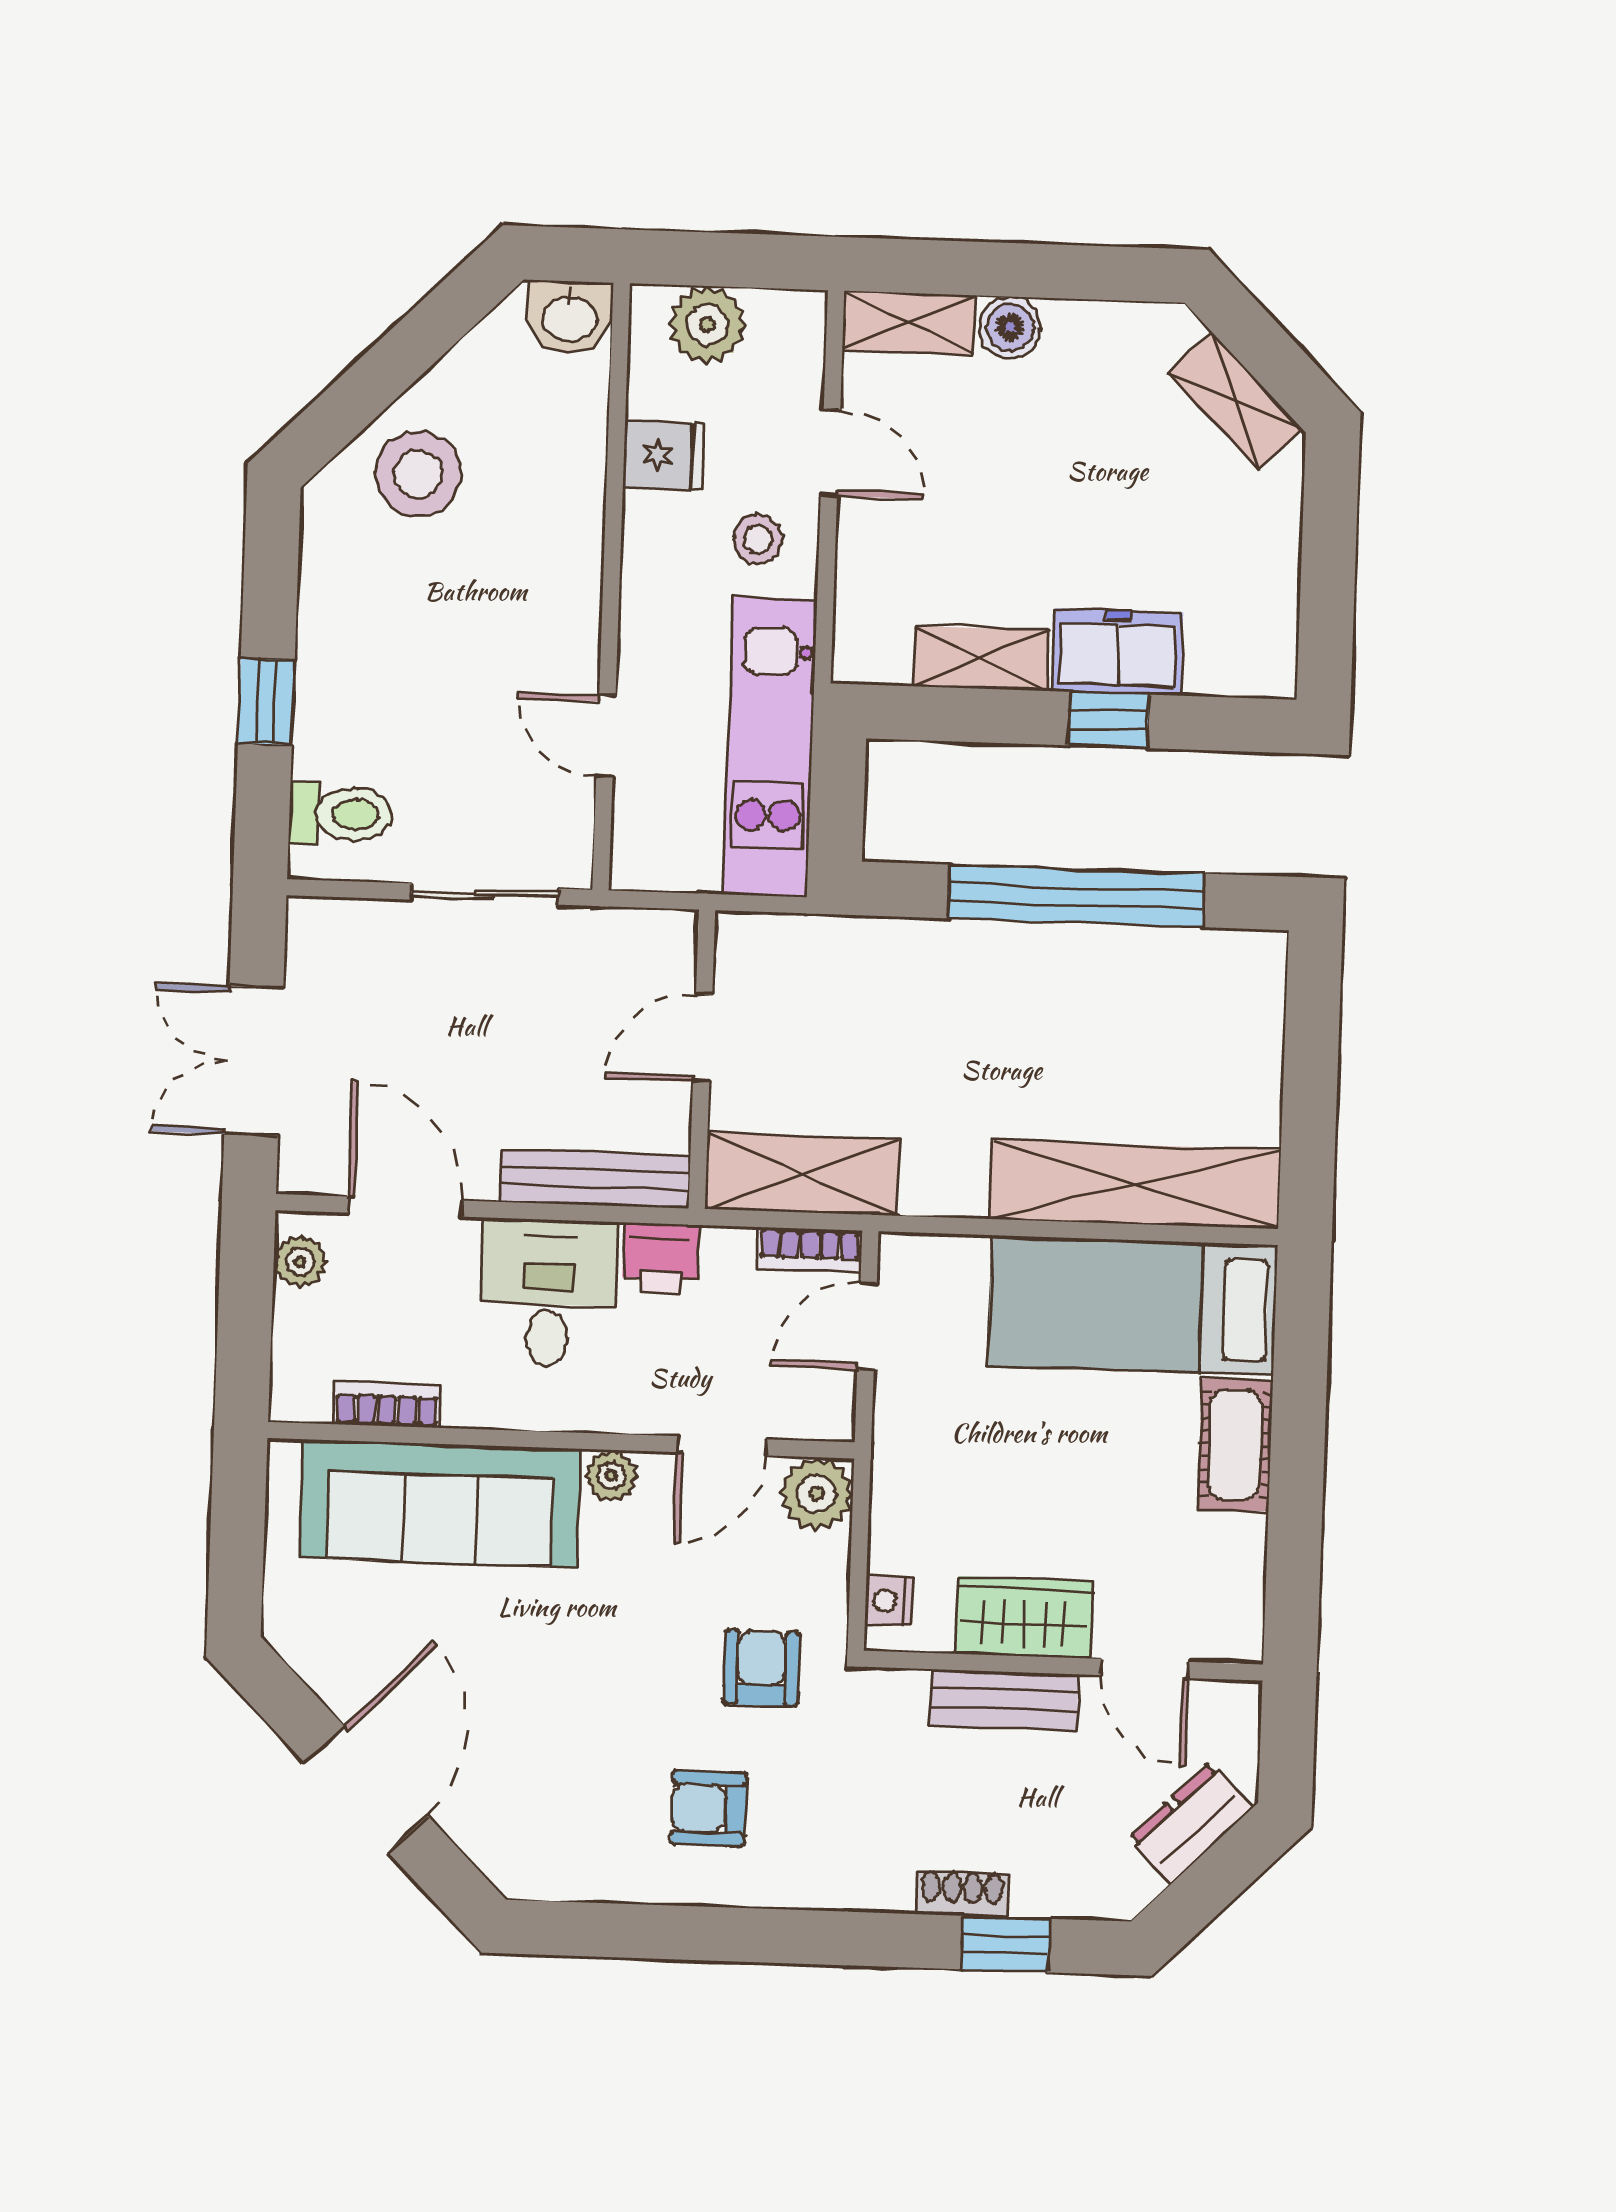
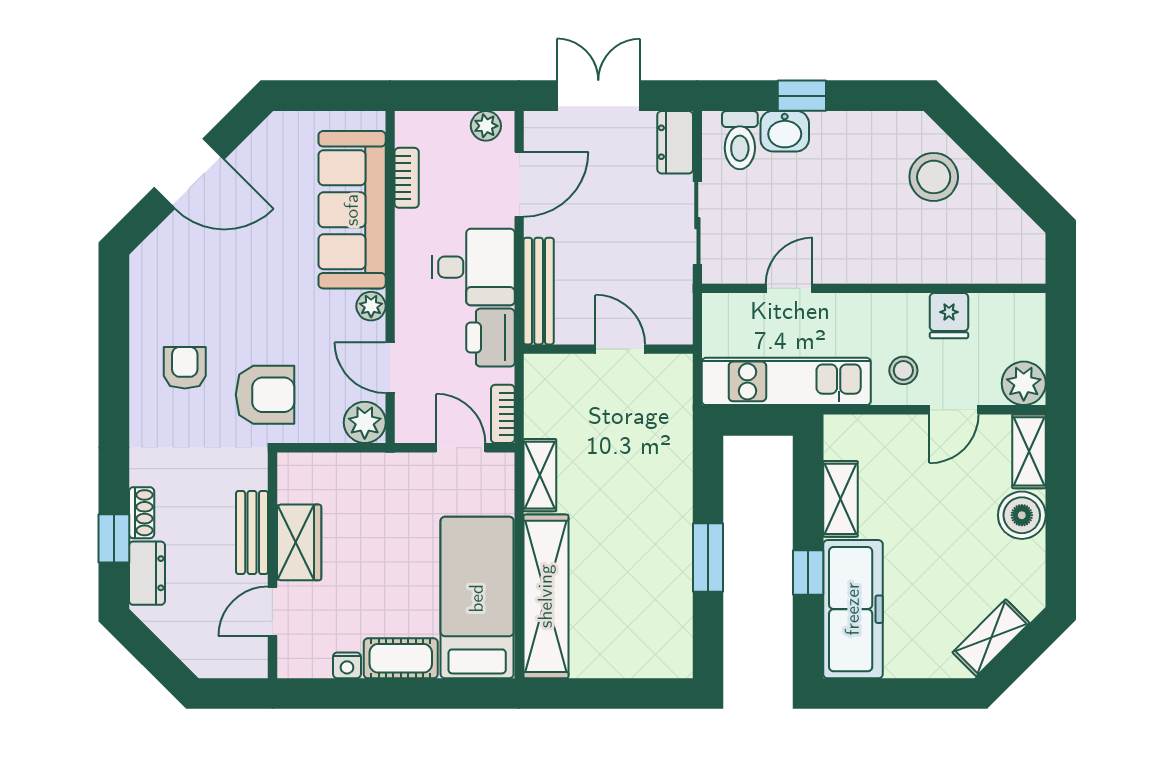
washbasin: (569, 317) -> (785, 131), moved, turned -90
plant: (707, 325) -> (1024, 383), moved
boiler: (1010, 327) -> (1022, 515), width x1.36, depth x1.36
freezer: (1118, 652) -> (853, 609), width x1.91, depth x1.26
window: (1076, 896) -> (708, 558), width x0.47
dresser: (341, 928) -> (675, 142), added
shelving: (802, 1174) -> (540, 475), moved, width x0.67, depth x0.75
printer: (661, 1258) -> (490, 338), width x1.36, depth x1.24
nightstand: (889, 1601) -> (347, 665), moved, turned 180
armchair: (761, 1668) -> (265, 395), width x1.38, depth x1.38
dresser: (1191, 1823) -> (147, 573), moved, turned 45

